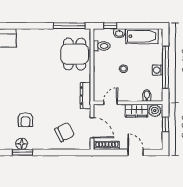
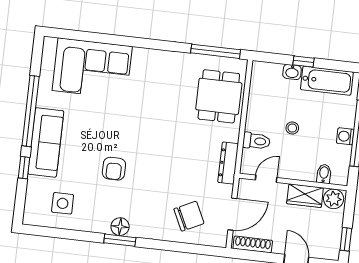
window: (110, 26) -> (303, 62), moved
toilet: (102, 46) -> (256, 141), moved
armchair: (25, 120) -> (114, 169), moved
window: (166, 124) -> (346, 239), moved
door: (92, 128) -> (232, 214), hinge flipped

